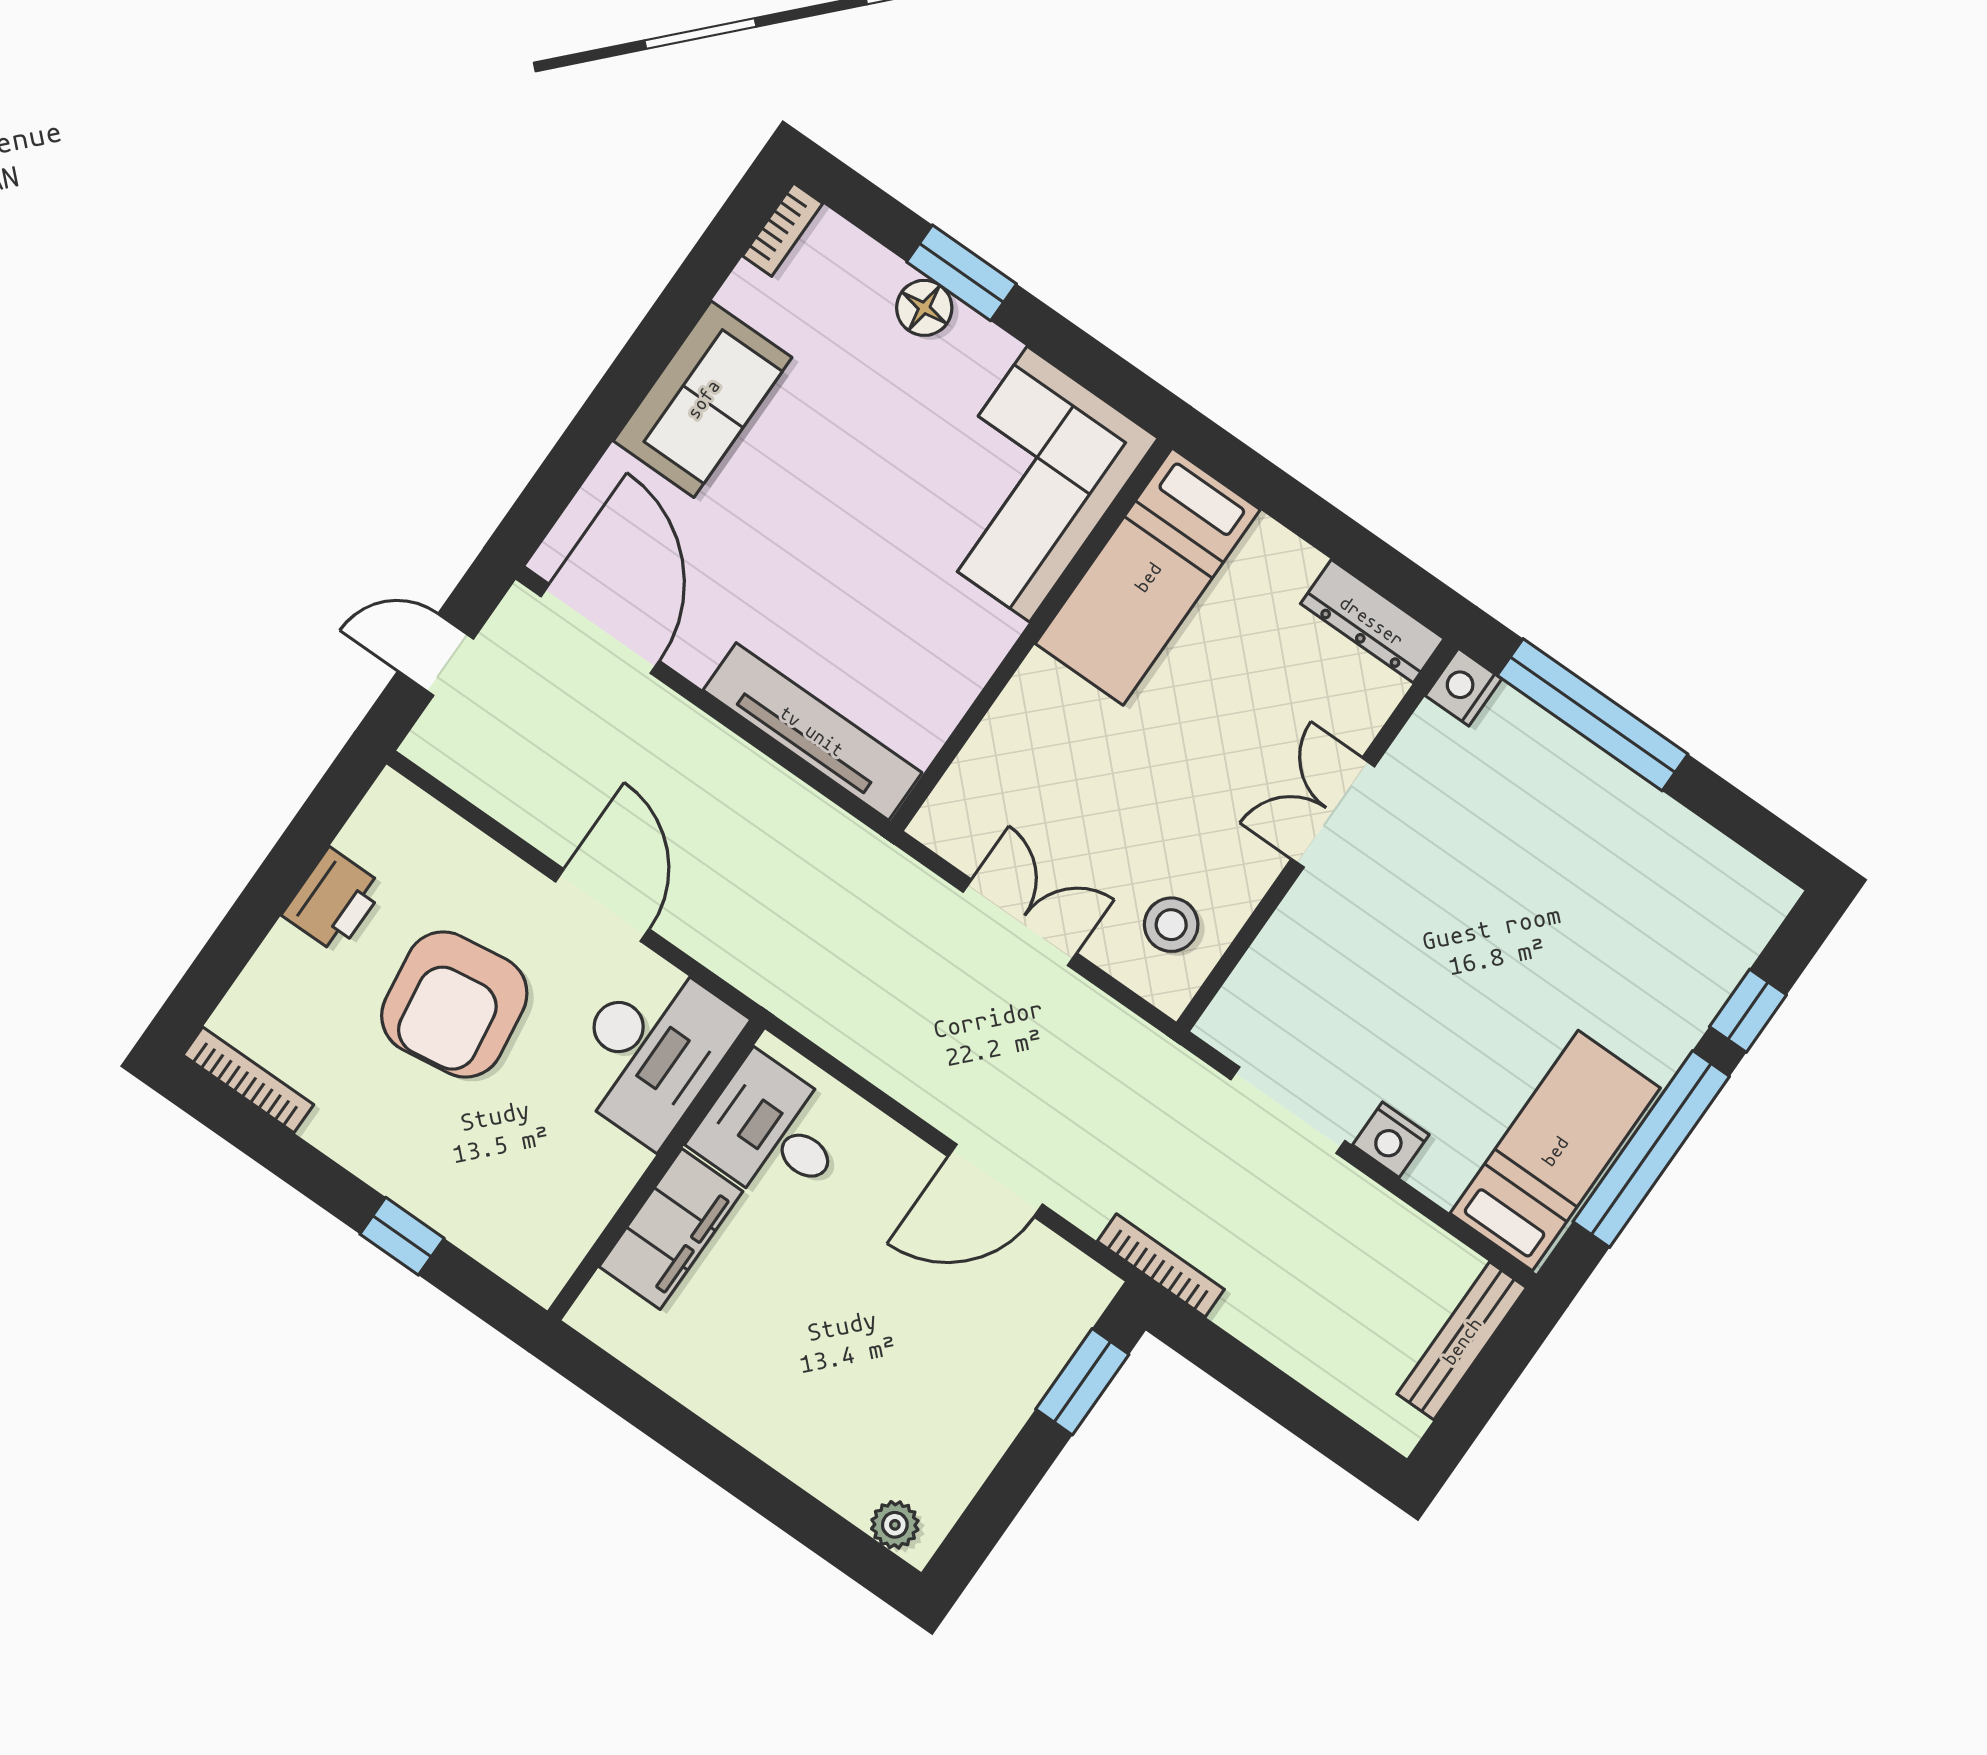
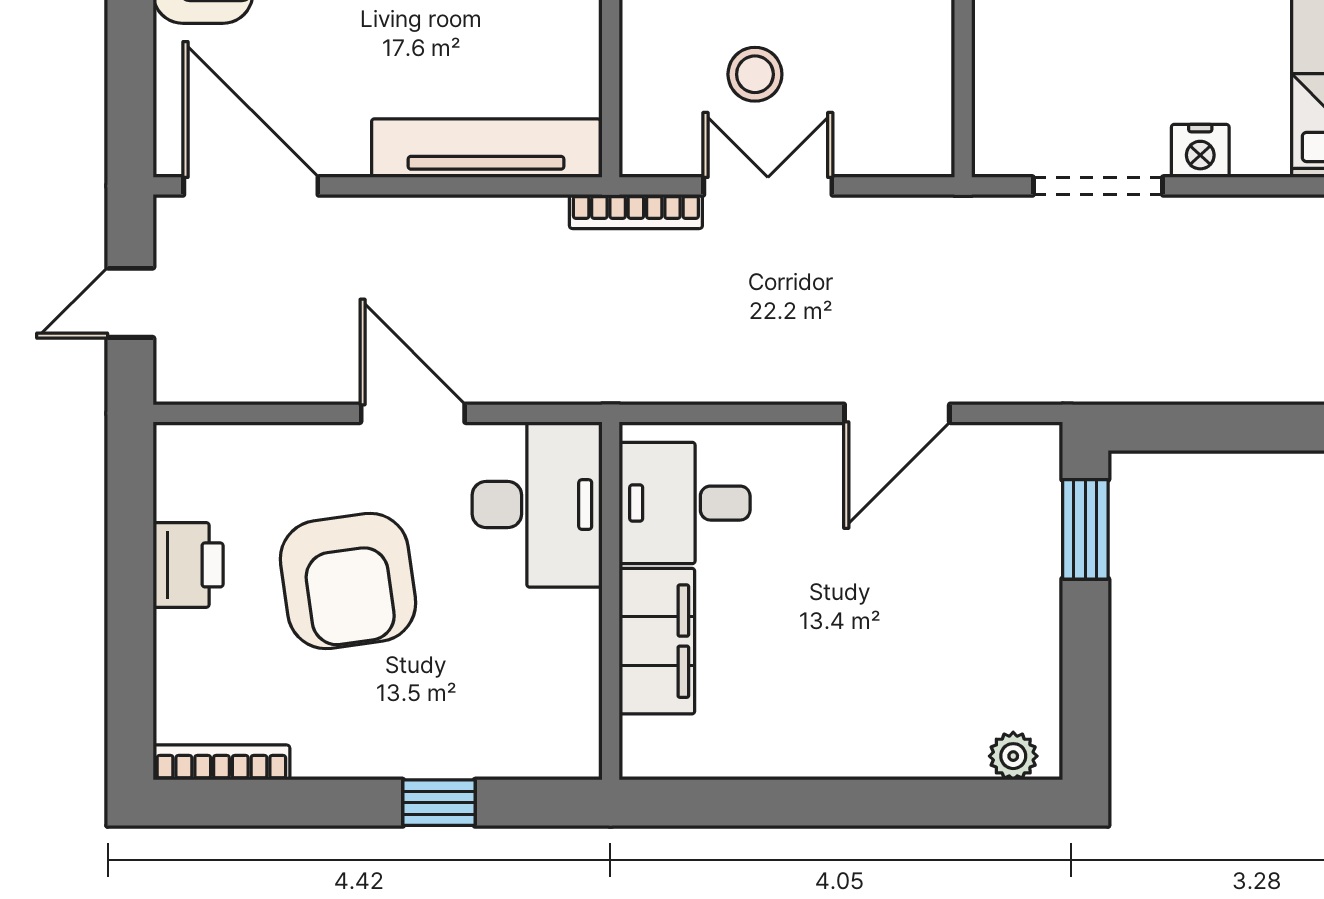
stool: (1171, 925) -> (755, 74), moved
bookcase: (1161, 1265) -> (636, 211), moved, turned 180

